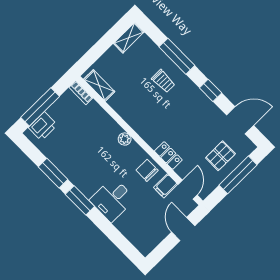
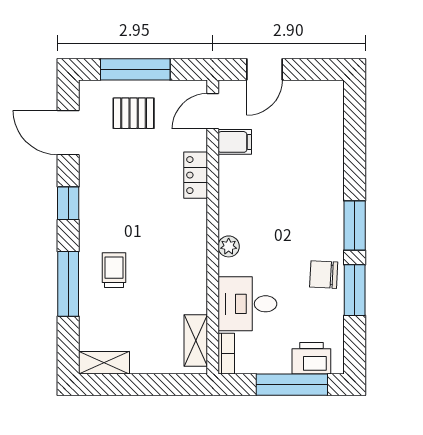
chair: (147, 170) -> (324, 275), moved, turned 93
desk: (112, 199) -> (247, 304), moved, turned 180

